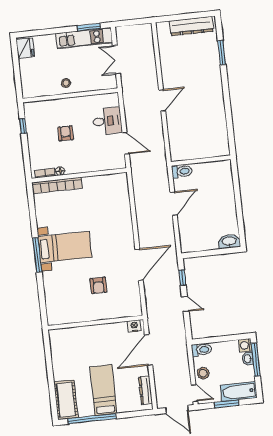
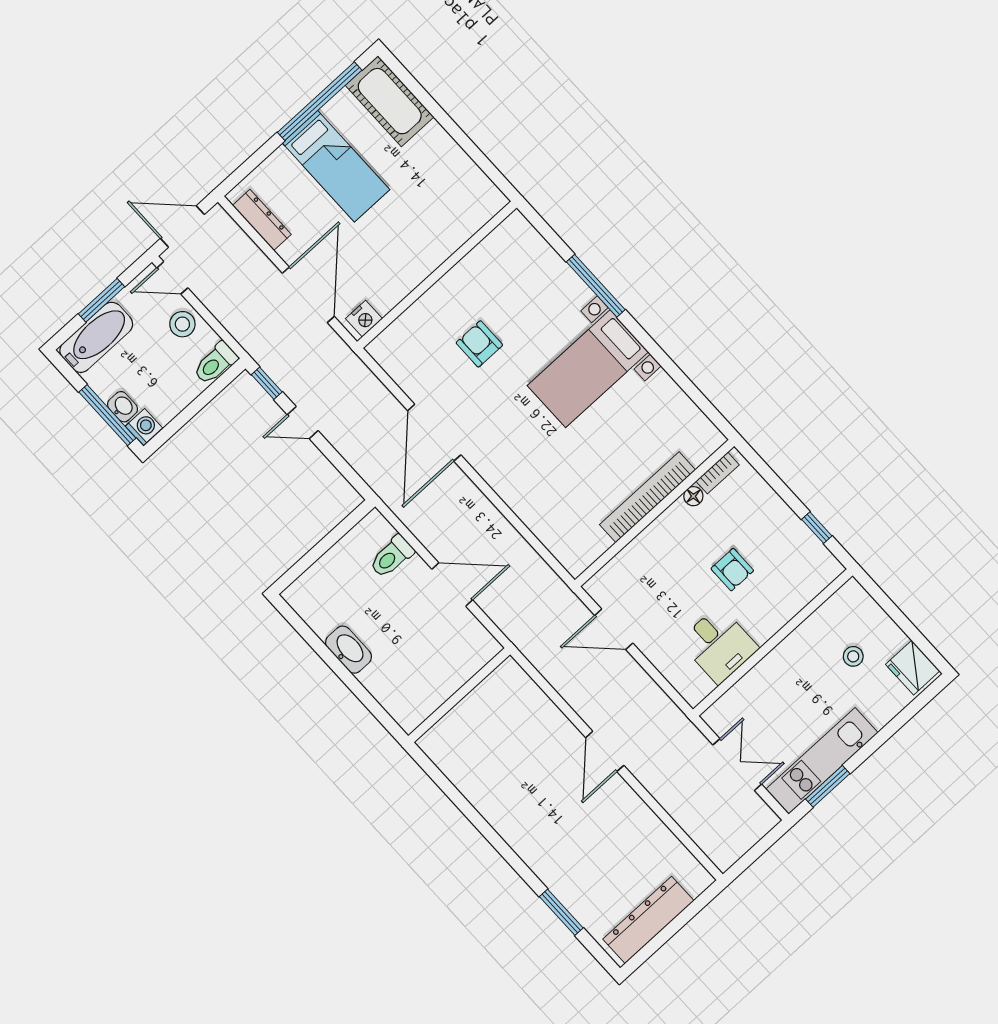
stool: (66, 83) -> (853, 656), moved
desk: (107, 121) -> (719, 645), moved, turned -90
toilet: (182, 171) -> (392, 557), moved
bookcase: (57, 185) -> (647, 497), moved
door: (173, 204) -> (452, 584), swing flipped
washbasin: (229, 241) -> (348, 650), moved, turned -90
window: (37, 255) -> (596, 286), moved
window: (182, 278) -> (267, 383), moved

